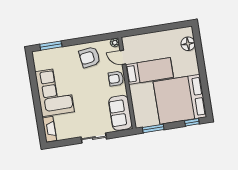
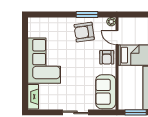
window: (51, 46) -> (87, 14), moved
armchair: (116, 79) -> (107, 57), turned -90

